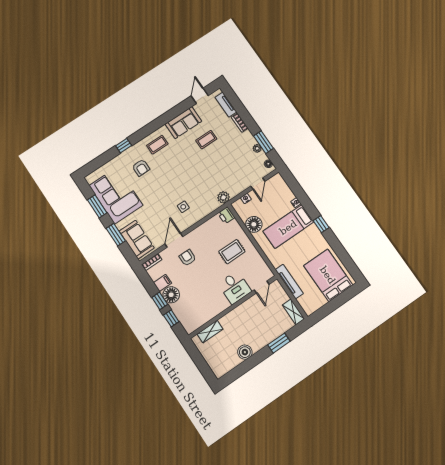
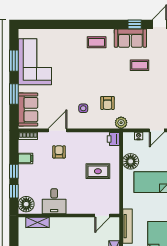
window: (124, 146) -> (135, 24), moved
armchair: (141, 168) -> (107, 103), moved
desk: (235, 287) -> (54, 201), moved
floor lamp: (171, 295) -> (26, 204), moved

